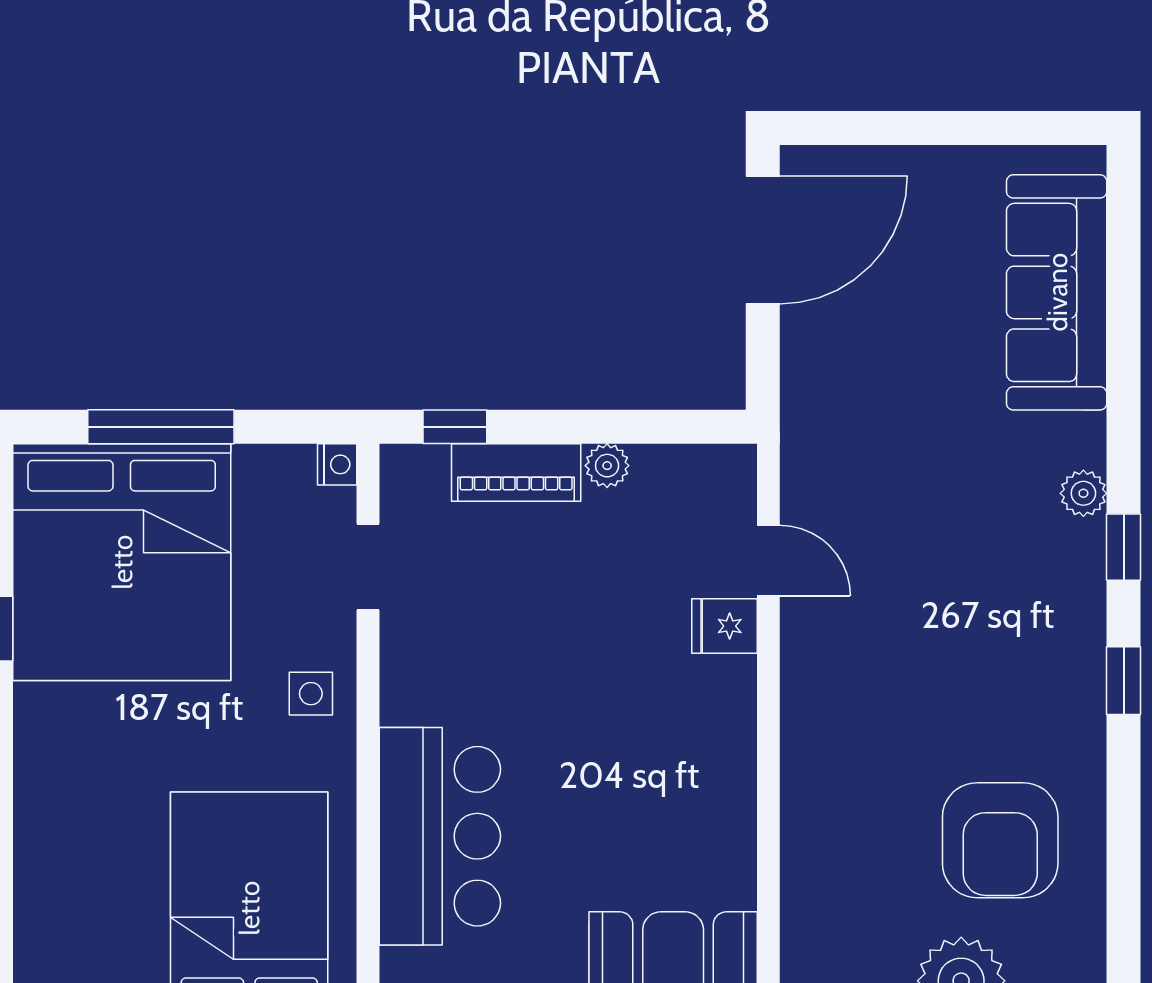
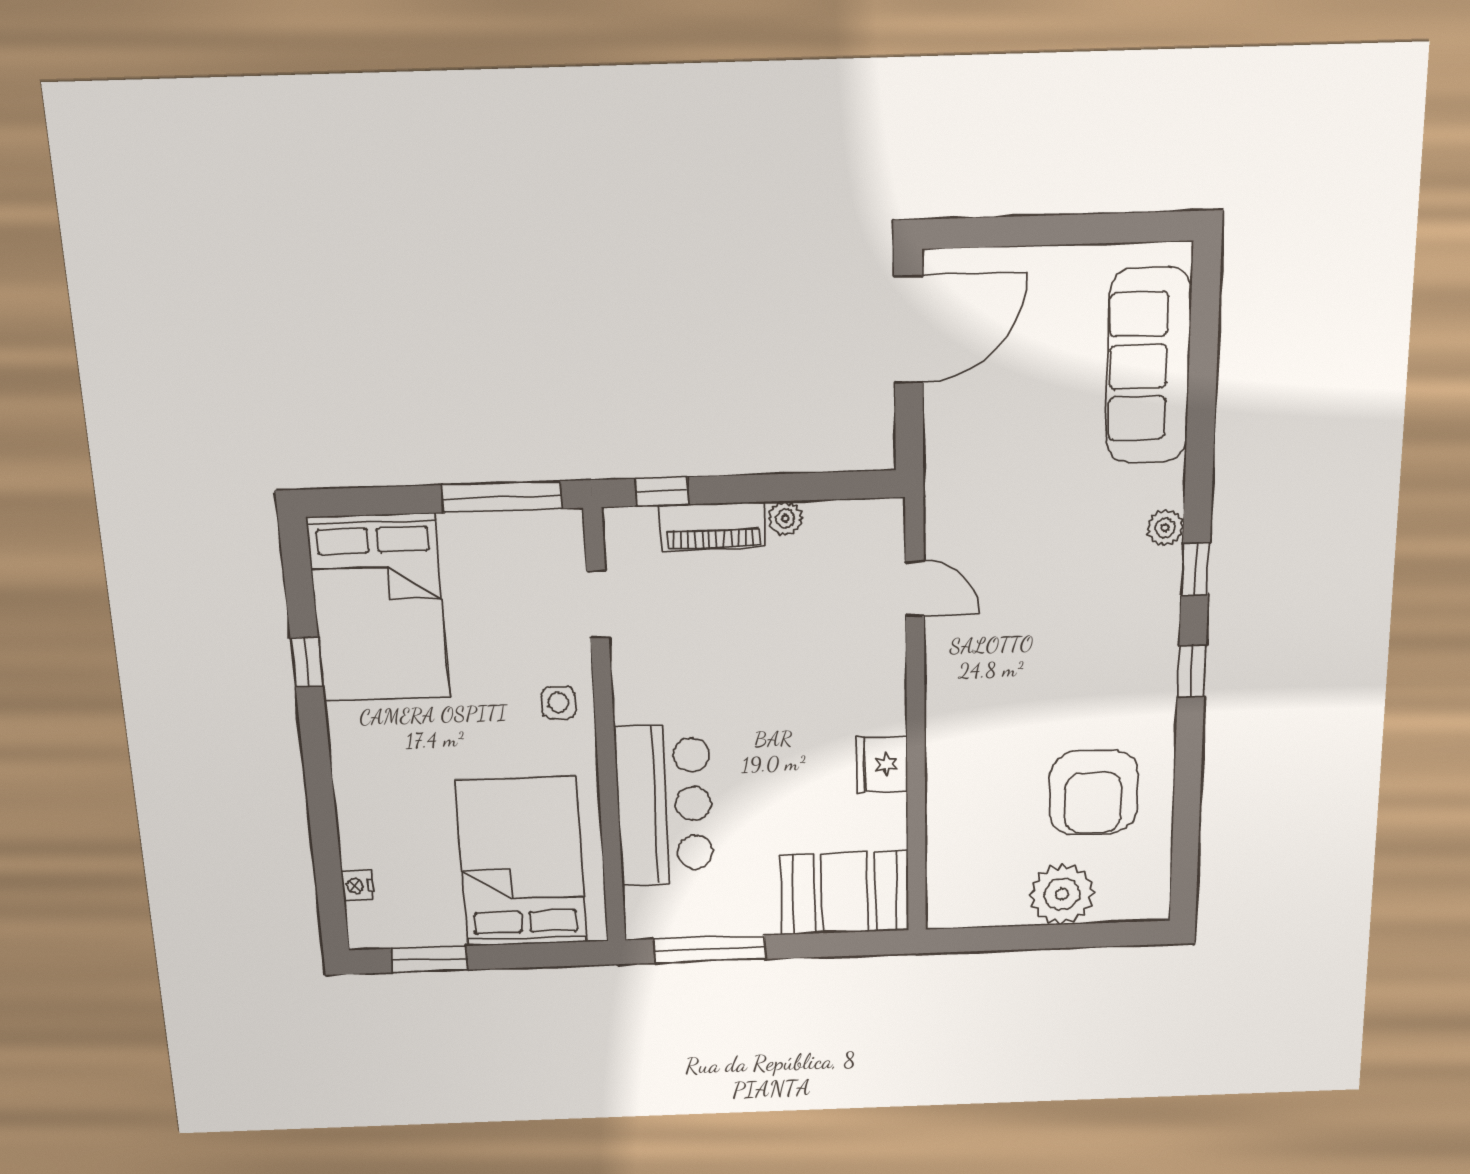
window: (161, 427) -> (502, 497), moved
nightstand: (337, 464) -> (357, 886), moved, turned 180
bed: (122, 562) -> (379, 608), width x0.73
fridge: (724, 626) -> (882, 764), moved, width x1.38

